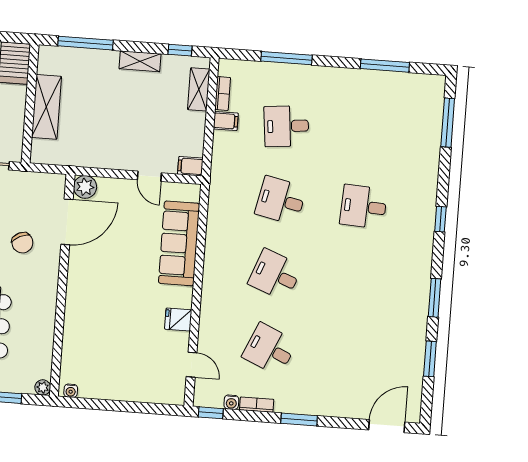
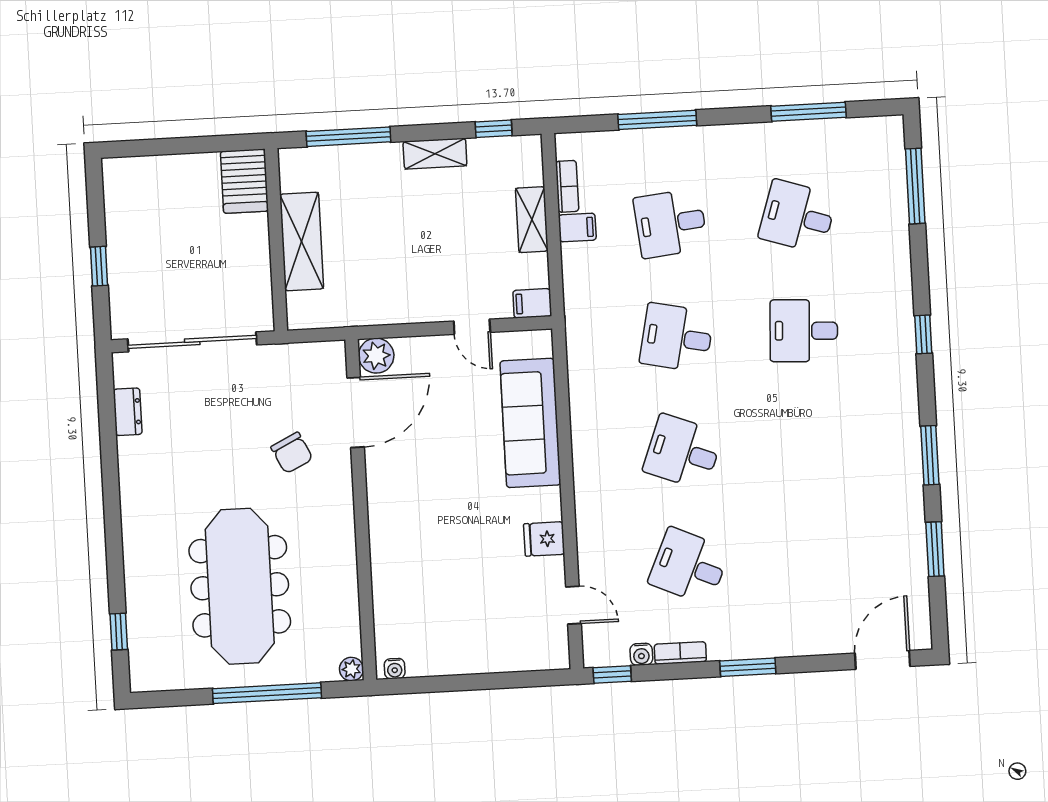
shelving: (199, 89) -> (532, 220), moved
desk: (369, 132) -> (798, 216), added

